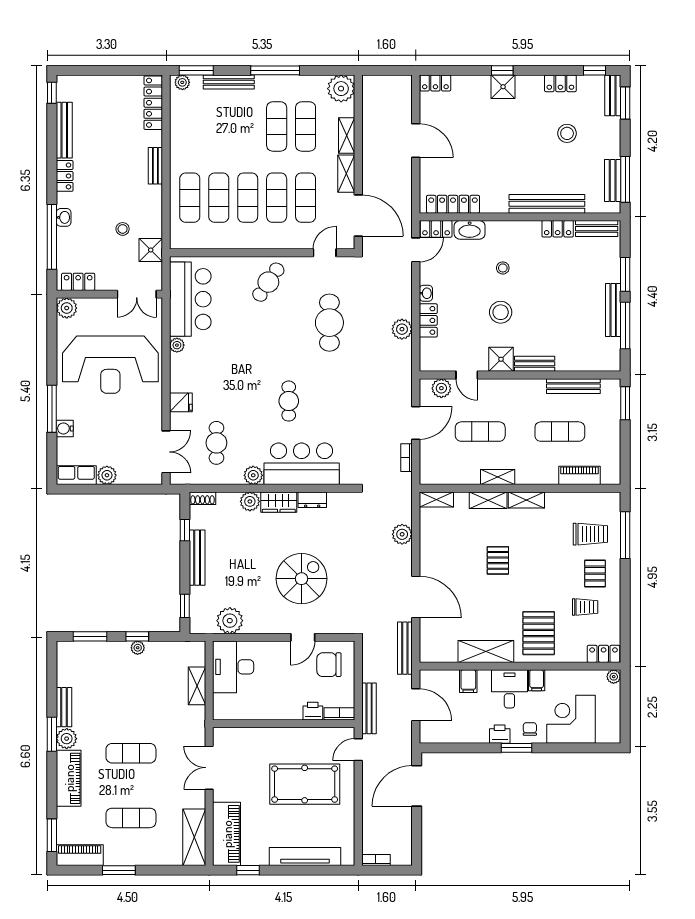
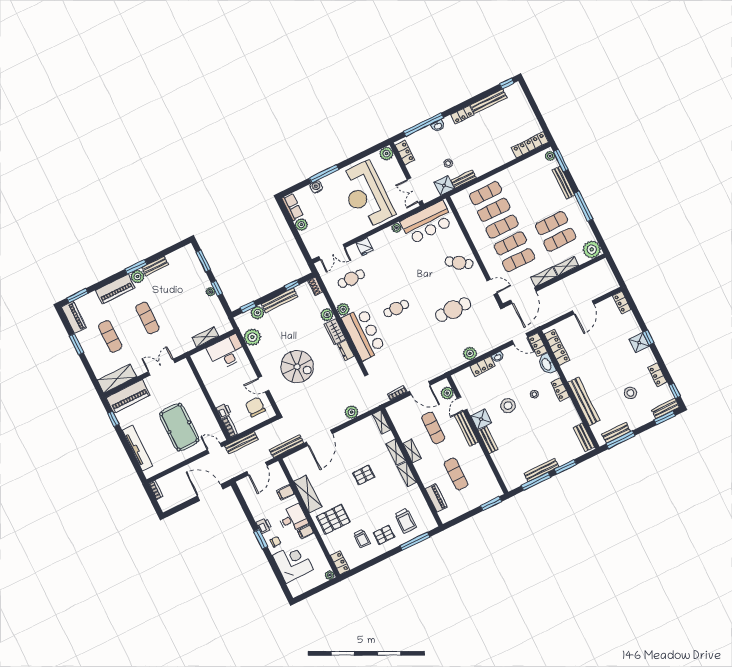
bench: (155, 166) -> (464, 179), moved
locker: (558, 229) -> (560, 390), moved
bench: (573, 386) -> (466, 429), moved
plant: (199, 597) -> (257, 313), added

